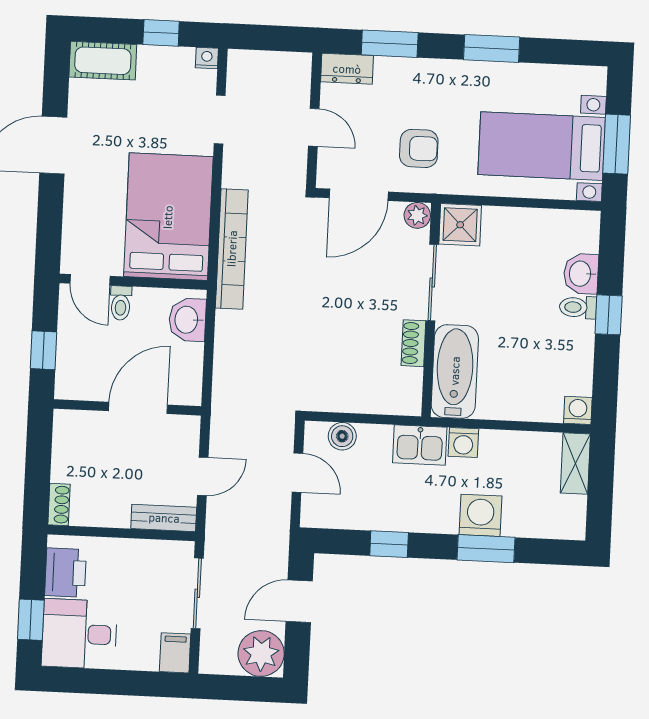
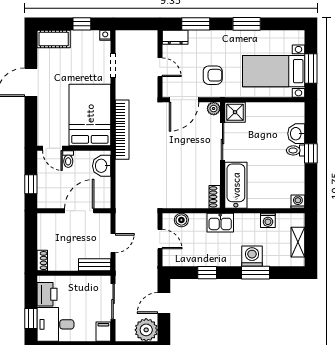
shoe rack: (413, 343) -> (215, 197), moved
washing machine: (463, 443) -> (268, 220), moved
shelving: (575, 464) -> (298, 242), moved

